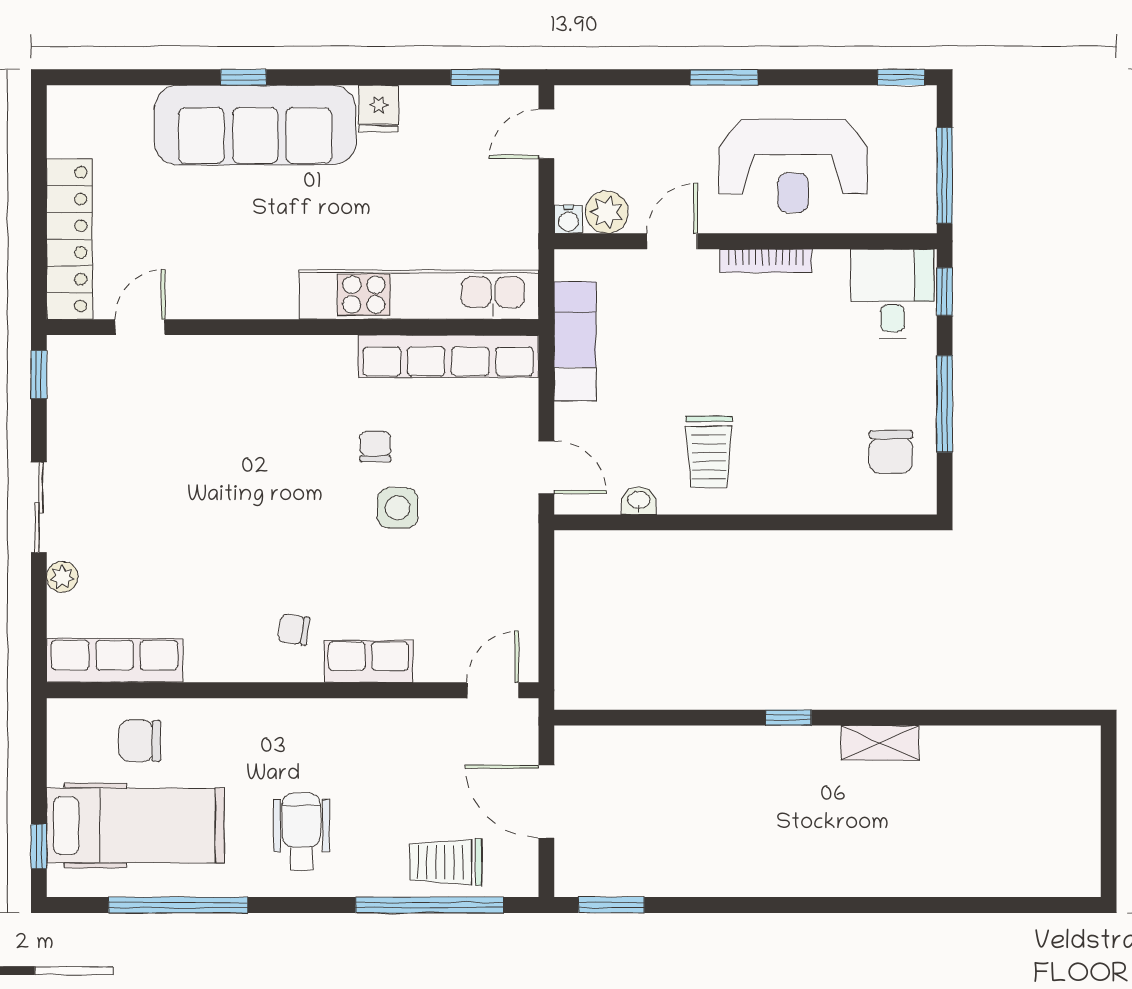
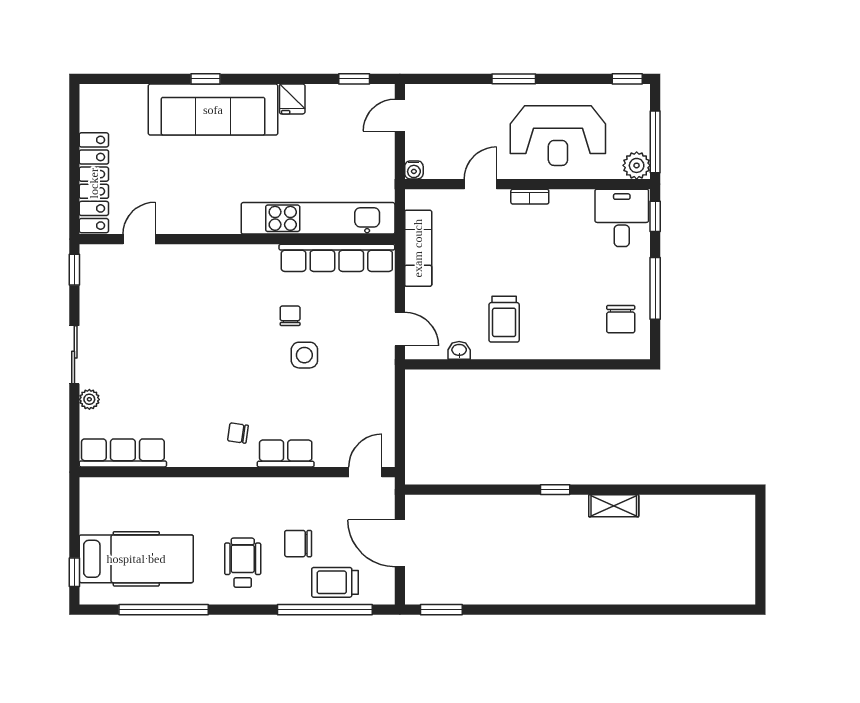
plant: (607, 212) -> (637, 165), moved
bookcase: (766, 261) -> (530, 197), width x0.64
chair: (140, 741) -> (298, 544), moved

